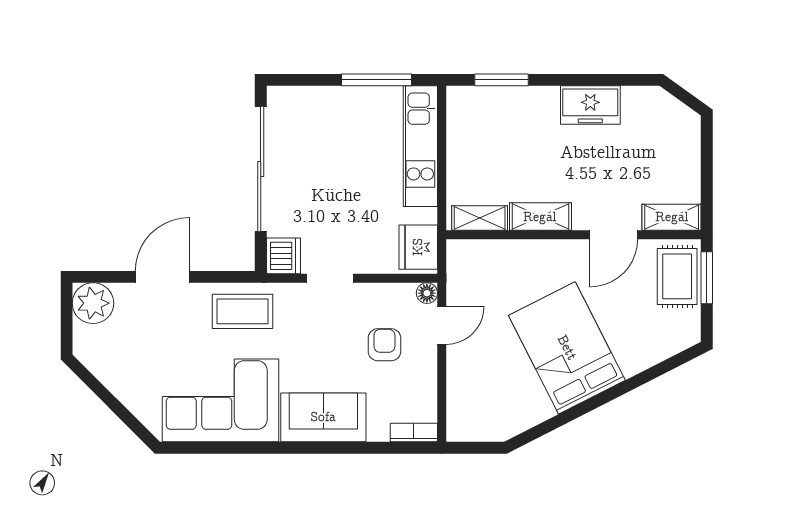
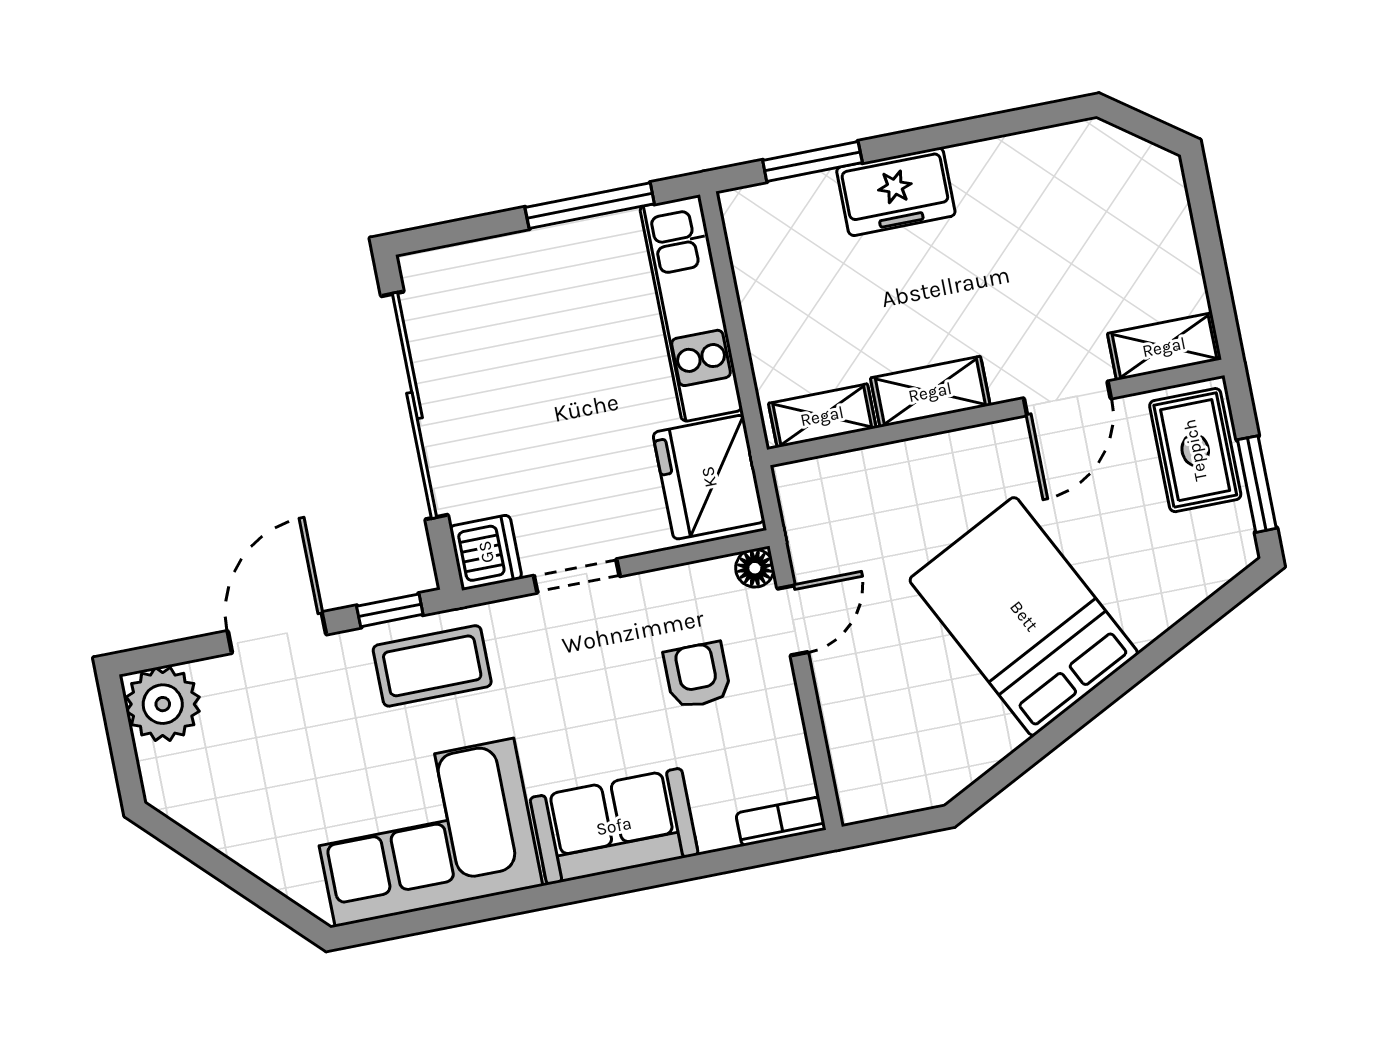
freezer: (590, 105) -> (896, 192), moved
fridge: (418, 247) -> (709, 477), width x1.36, depth x1.34
window: (226, 277) -> (390, 610), added
window: (707, 278) -> (1257, 484), moved

